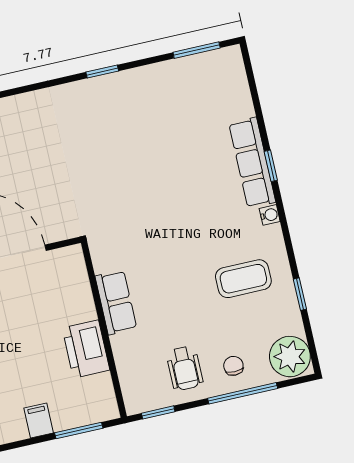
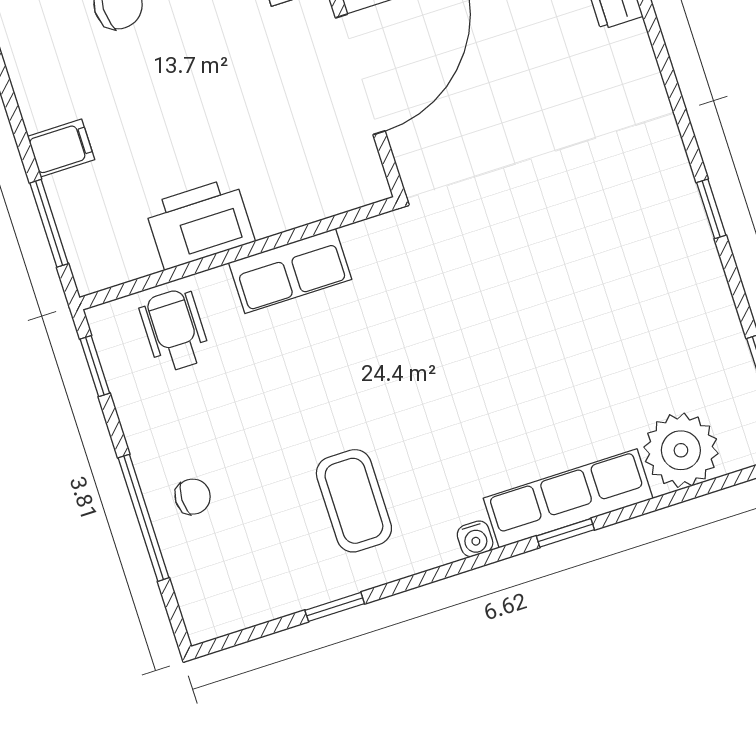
plant: (290, 357) -> (681, 450), moved
wheelchair: (185, 368) -> (175, 330), moved, turned 90

